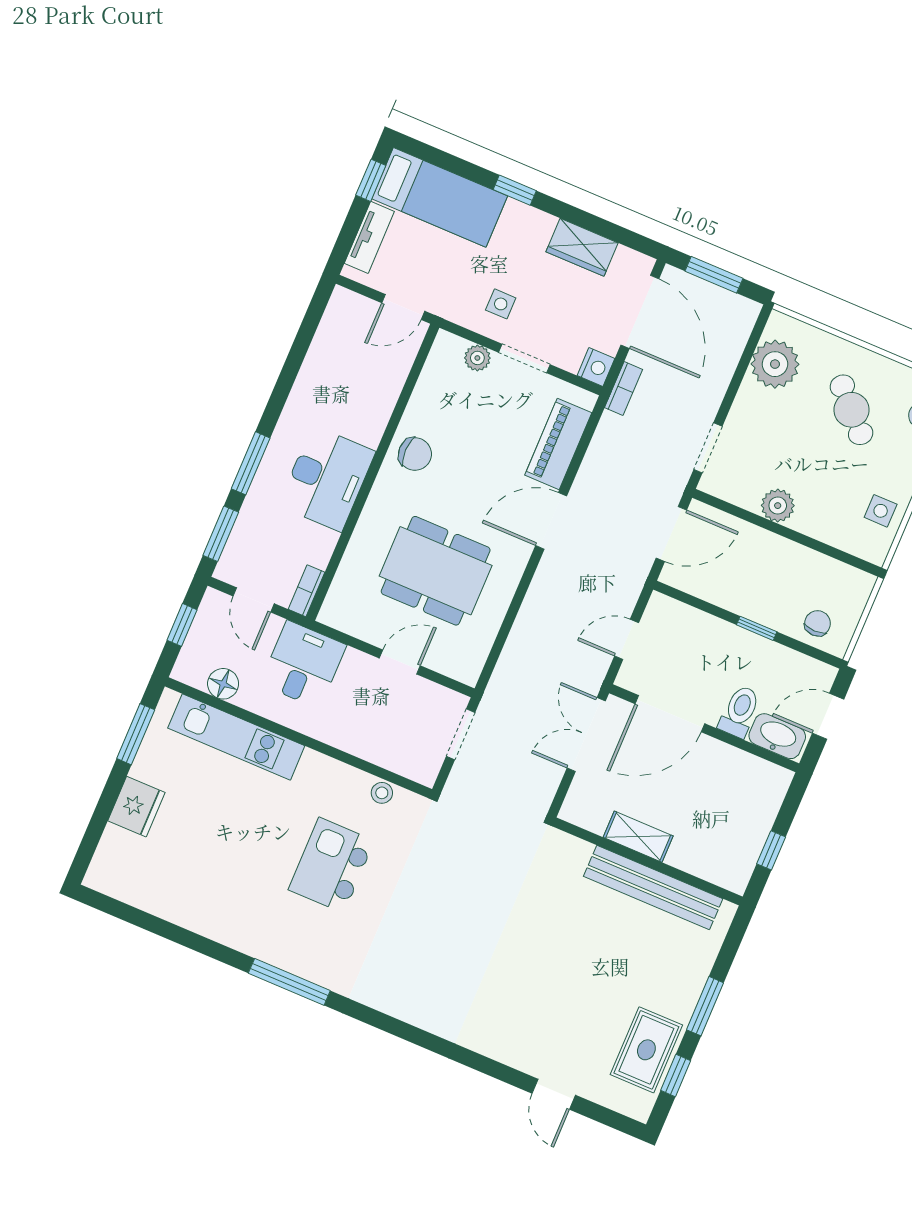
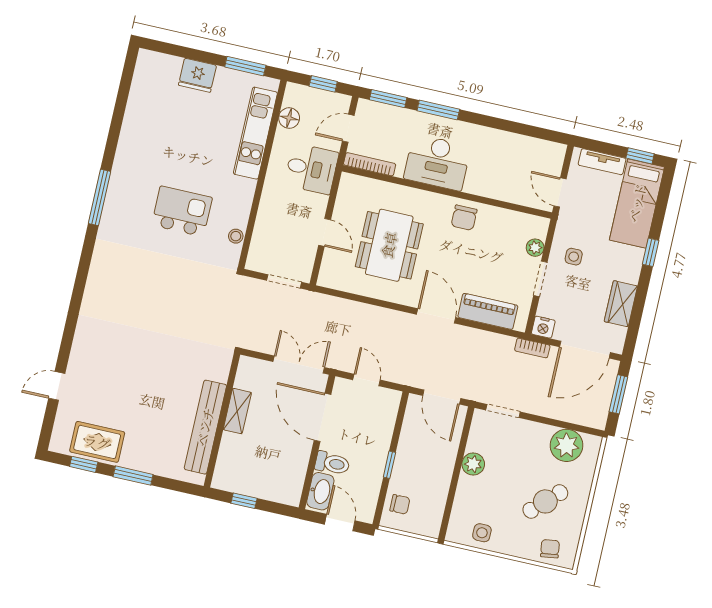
bookcase: (307, 591) -> (370, 164), width x1.56

